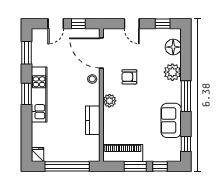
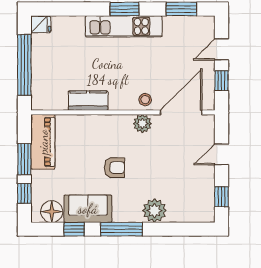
door: (56, 24) -> (221, 49), hinge flipped
floor lamp: (173, 47) -> (52, 212), moved
armchair: (129, 77) -> (114, 168), moved, turned 90
plant: (109, 101) -> (142, 124), moved
window: (186, 144) -> (74, 229), moved

